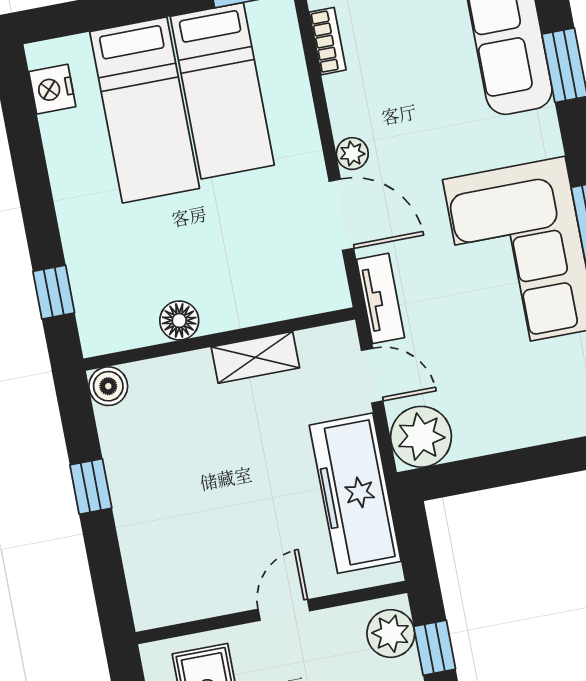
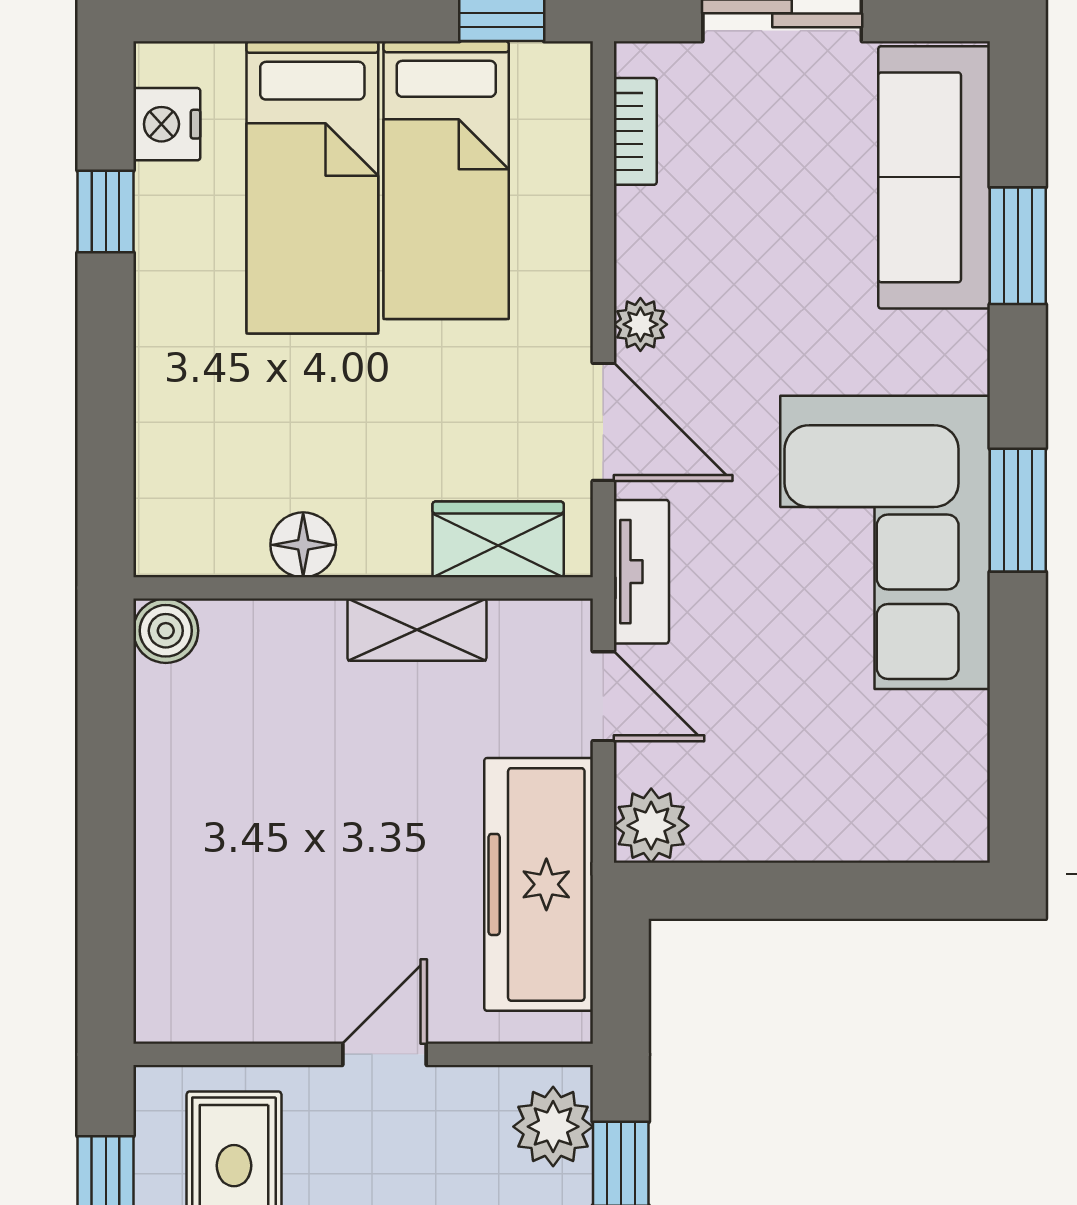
window: (54, 292) -> (106, 211), moved
wardrobe: (293, 296) -> (498, 539), added
plant: (421, 437) -> (651, 826), width x0.73, depth x0.73
window: (91, 486) -> (106, 790), removed

